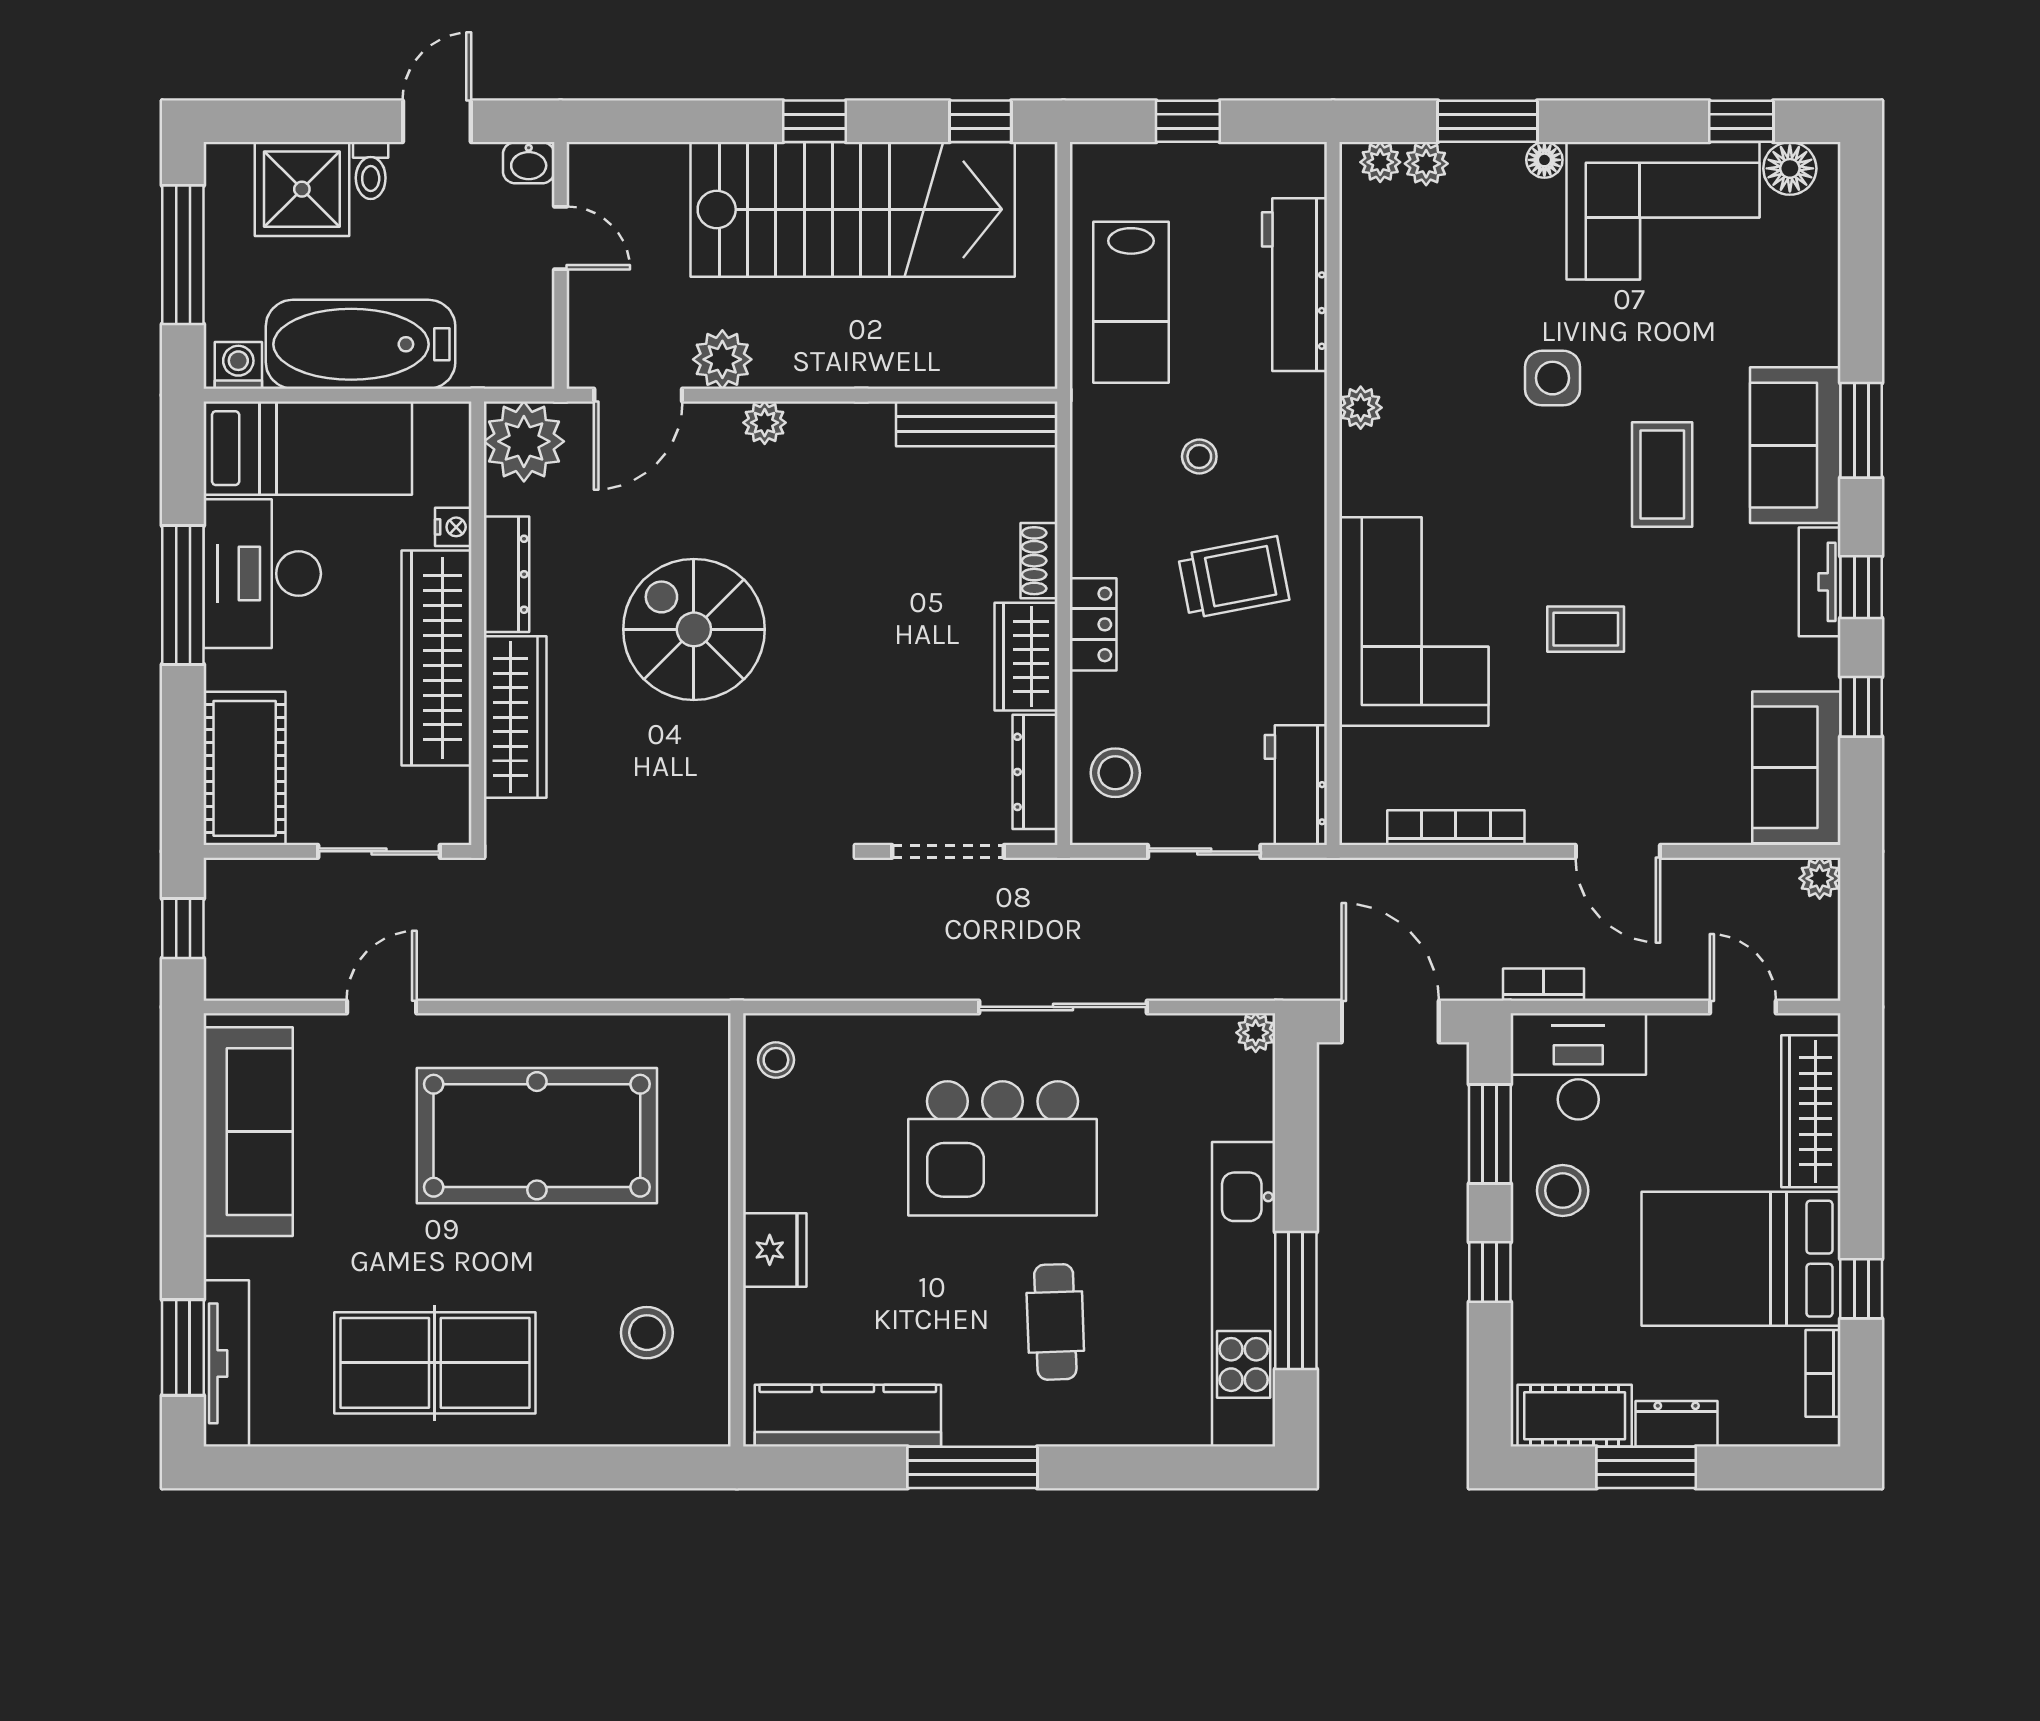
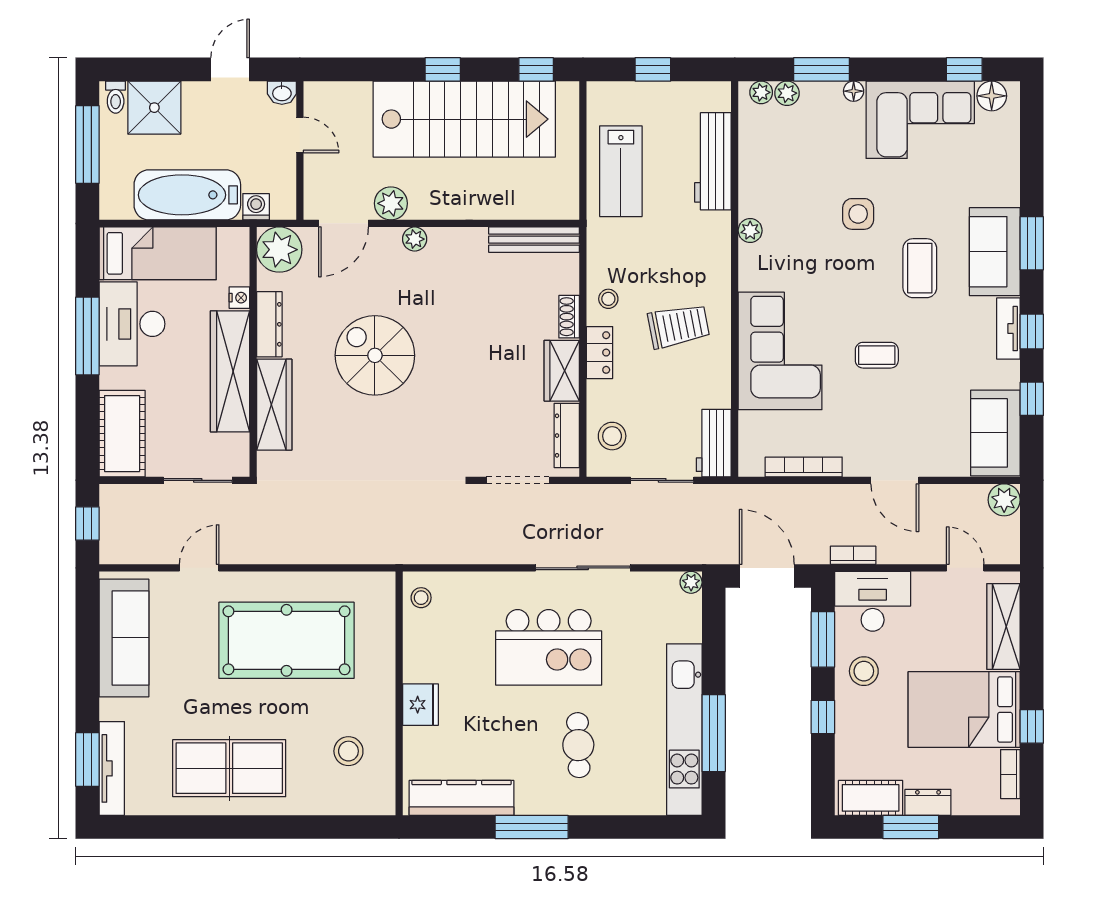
toilet: (371, 171) -> (116, 97), moved
washing machine: (238, 365) -> (256, 207), moved
stool: (1199, 456) -> (608, 299), moved
plant: (1820, 878) -> (1004, 500), width x1.38, depth x1.38

